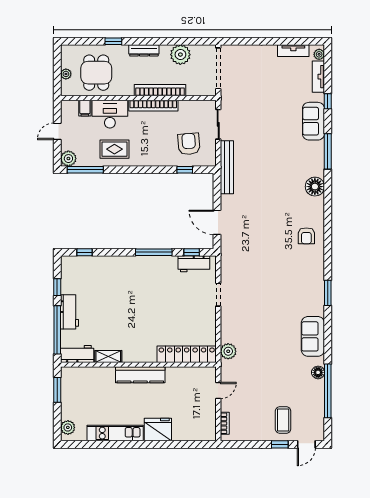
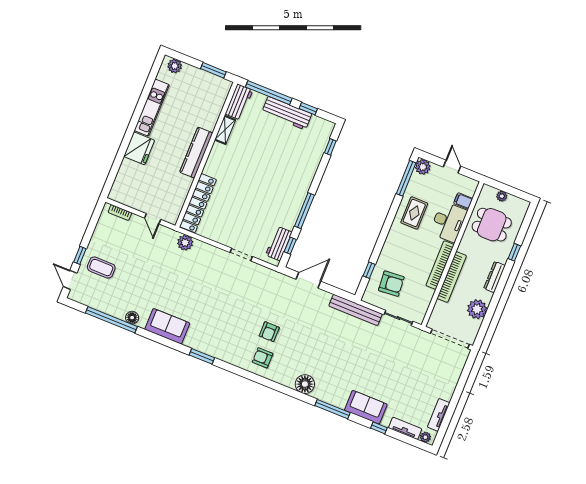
armchair: (280, 239) -> (269, 332), added
workbench: (70, 312) -> (287, 113), width x1.37

